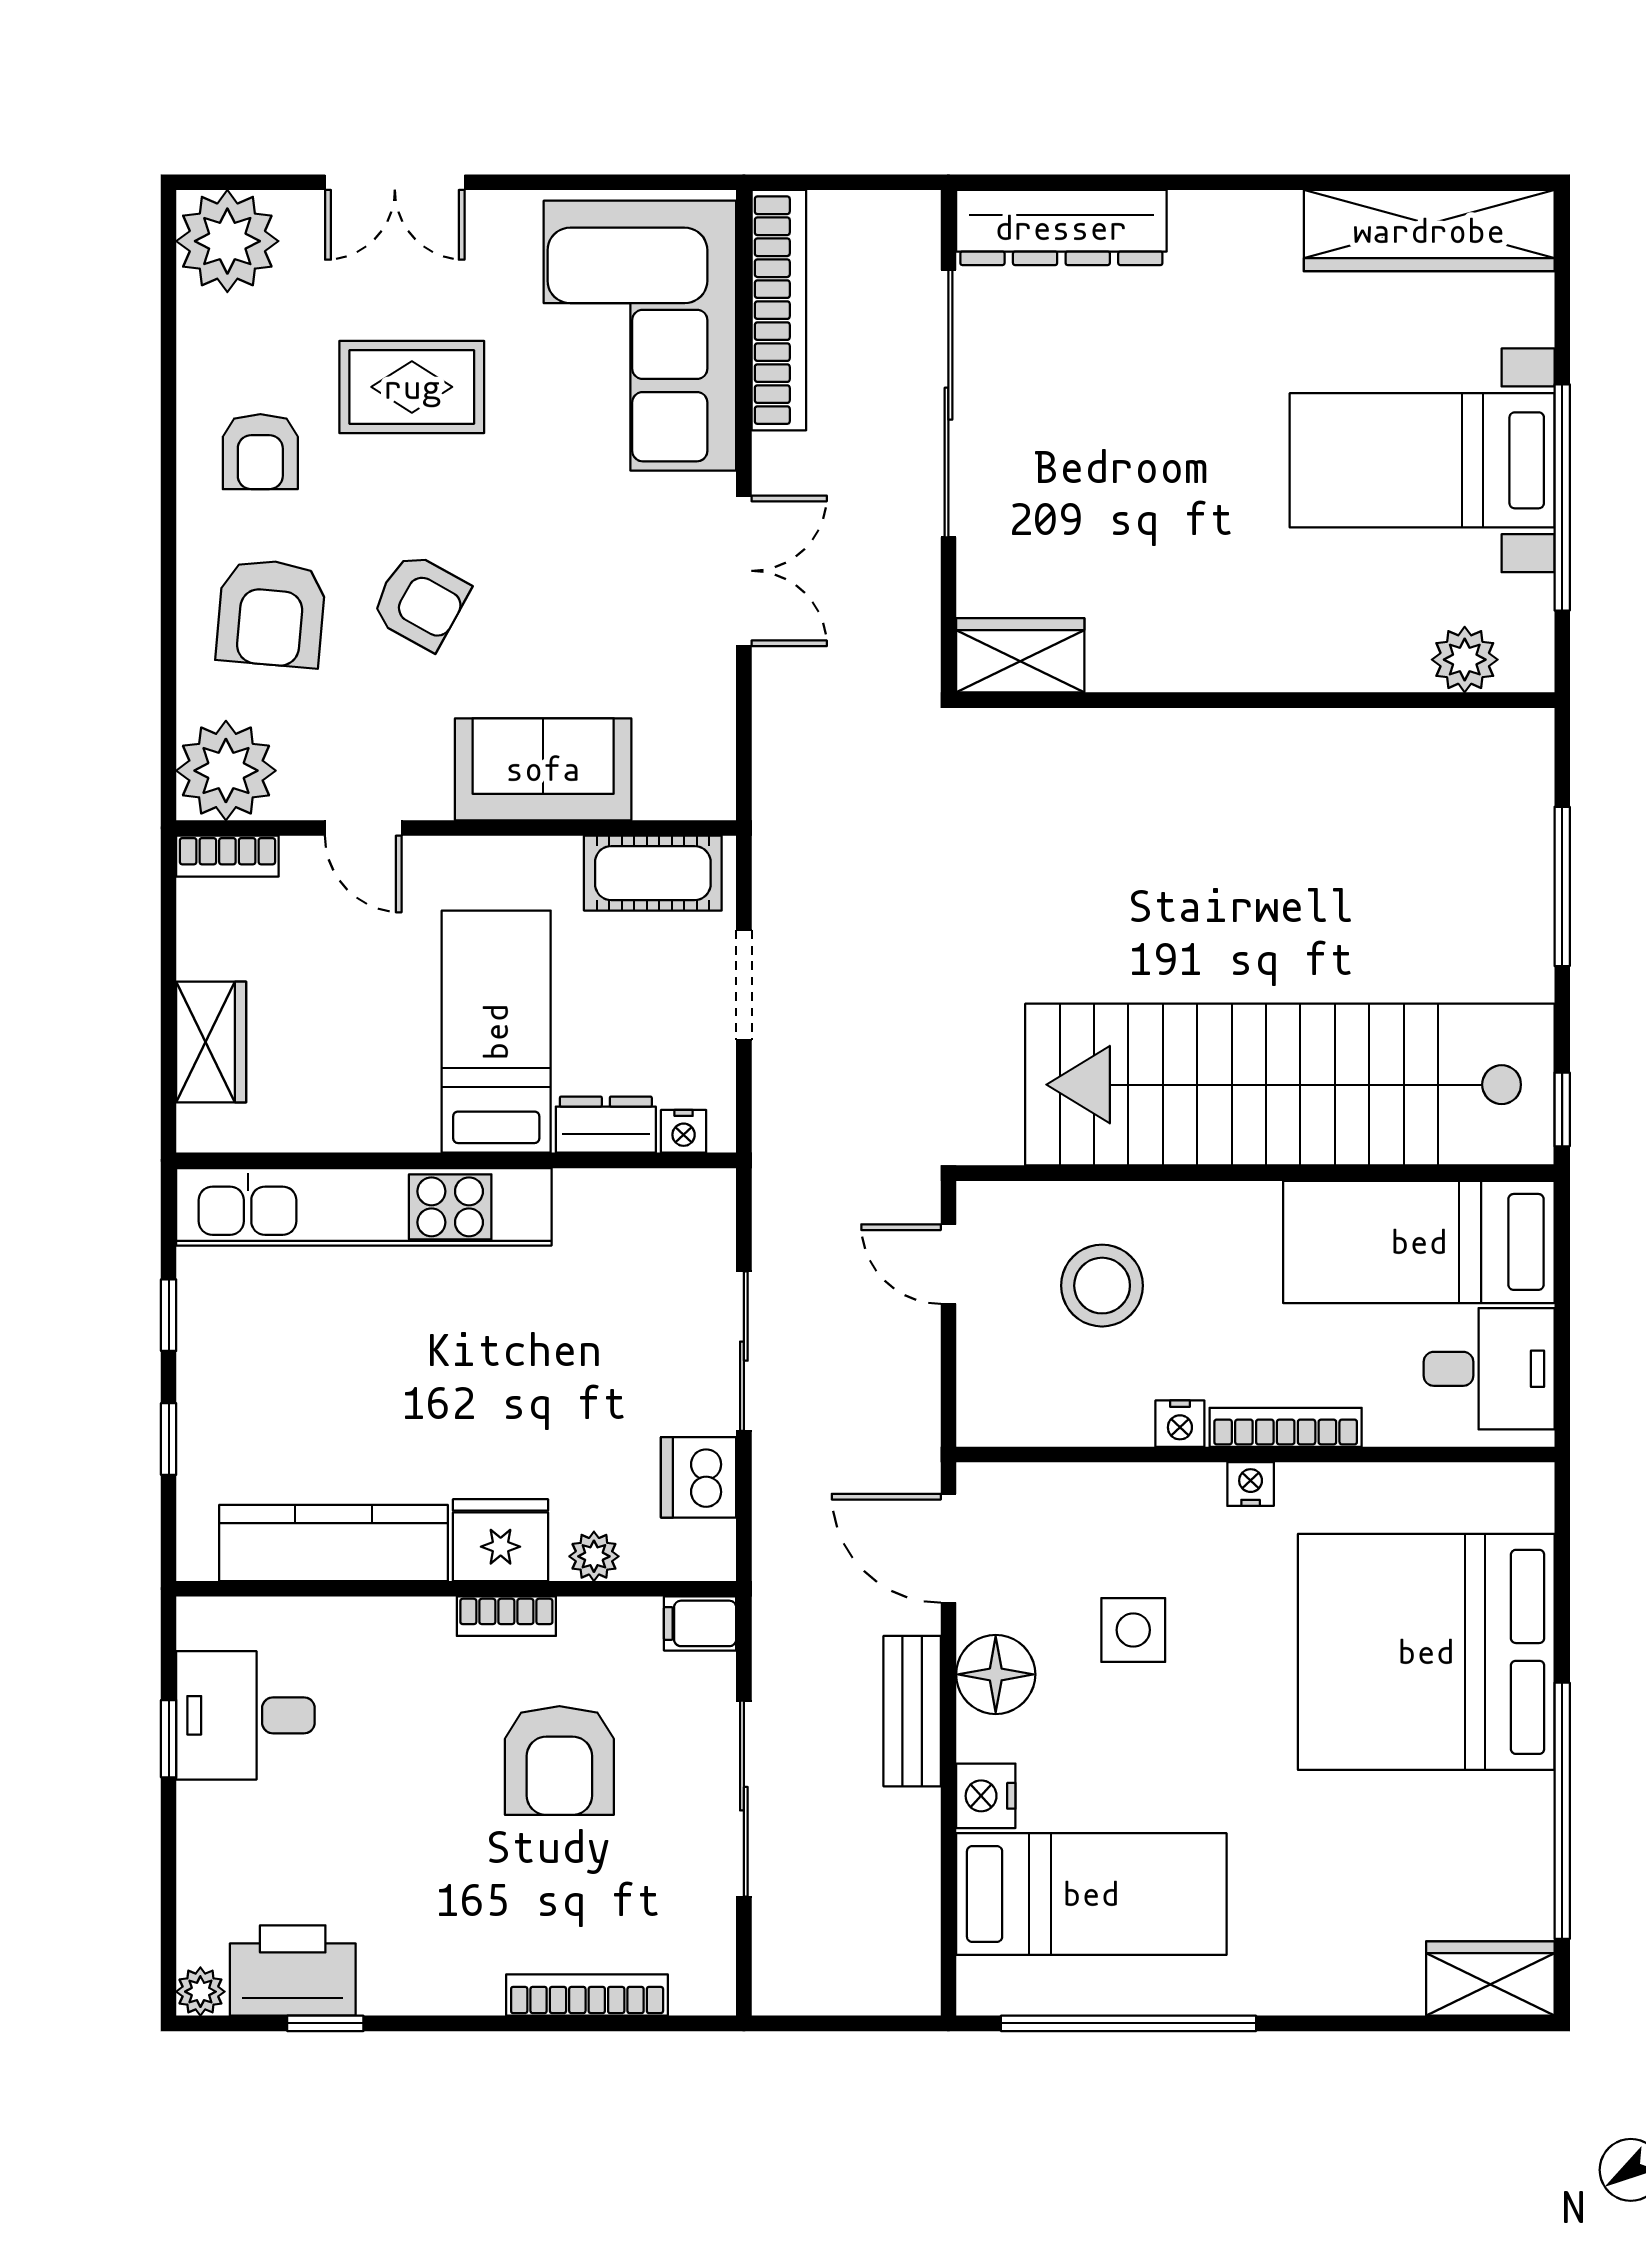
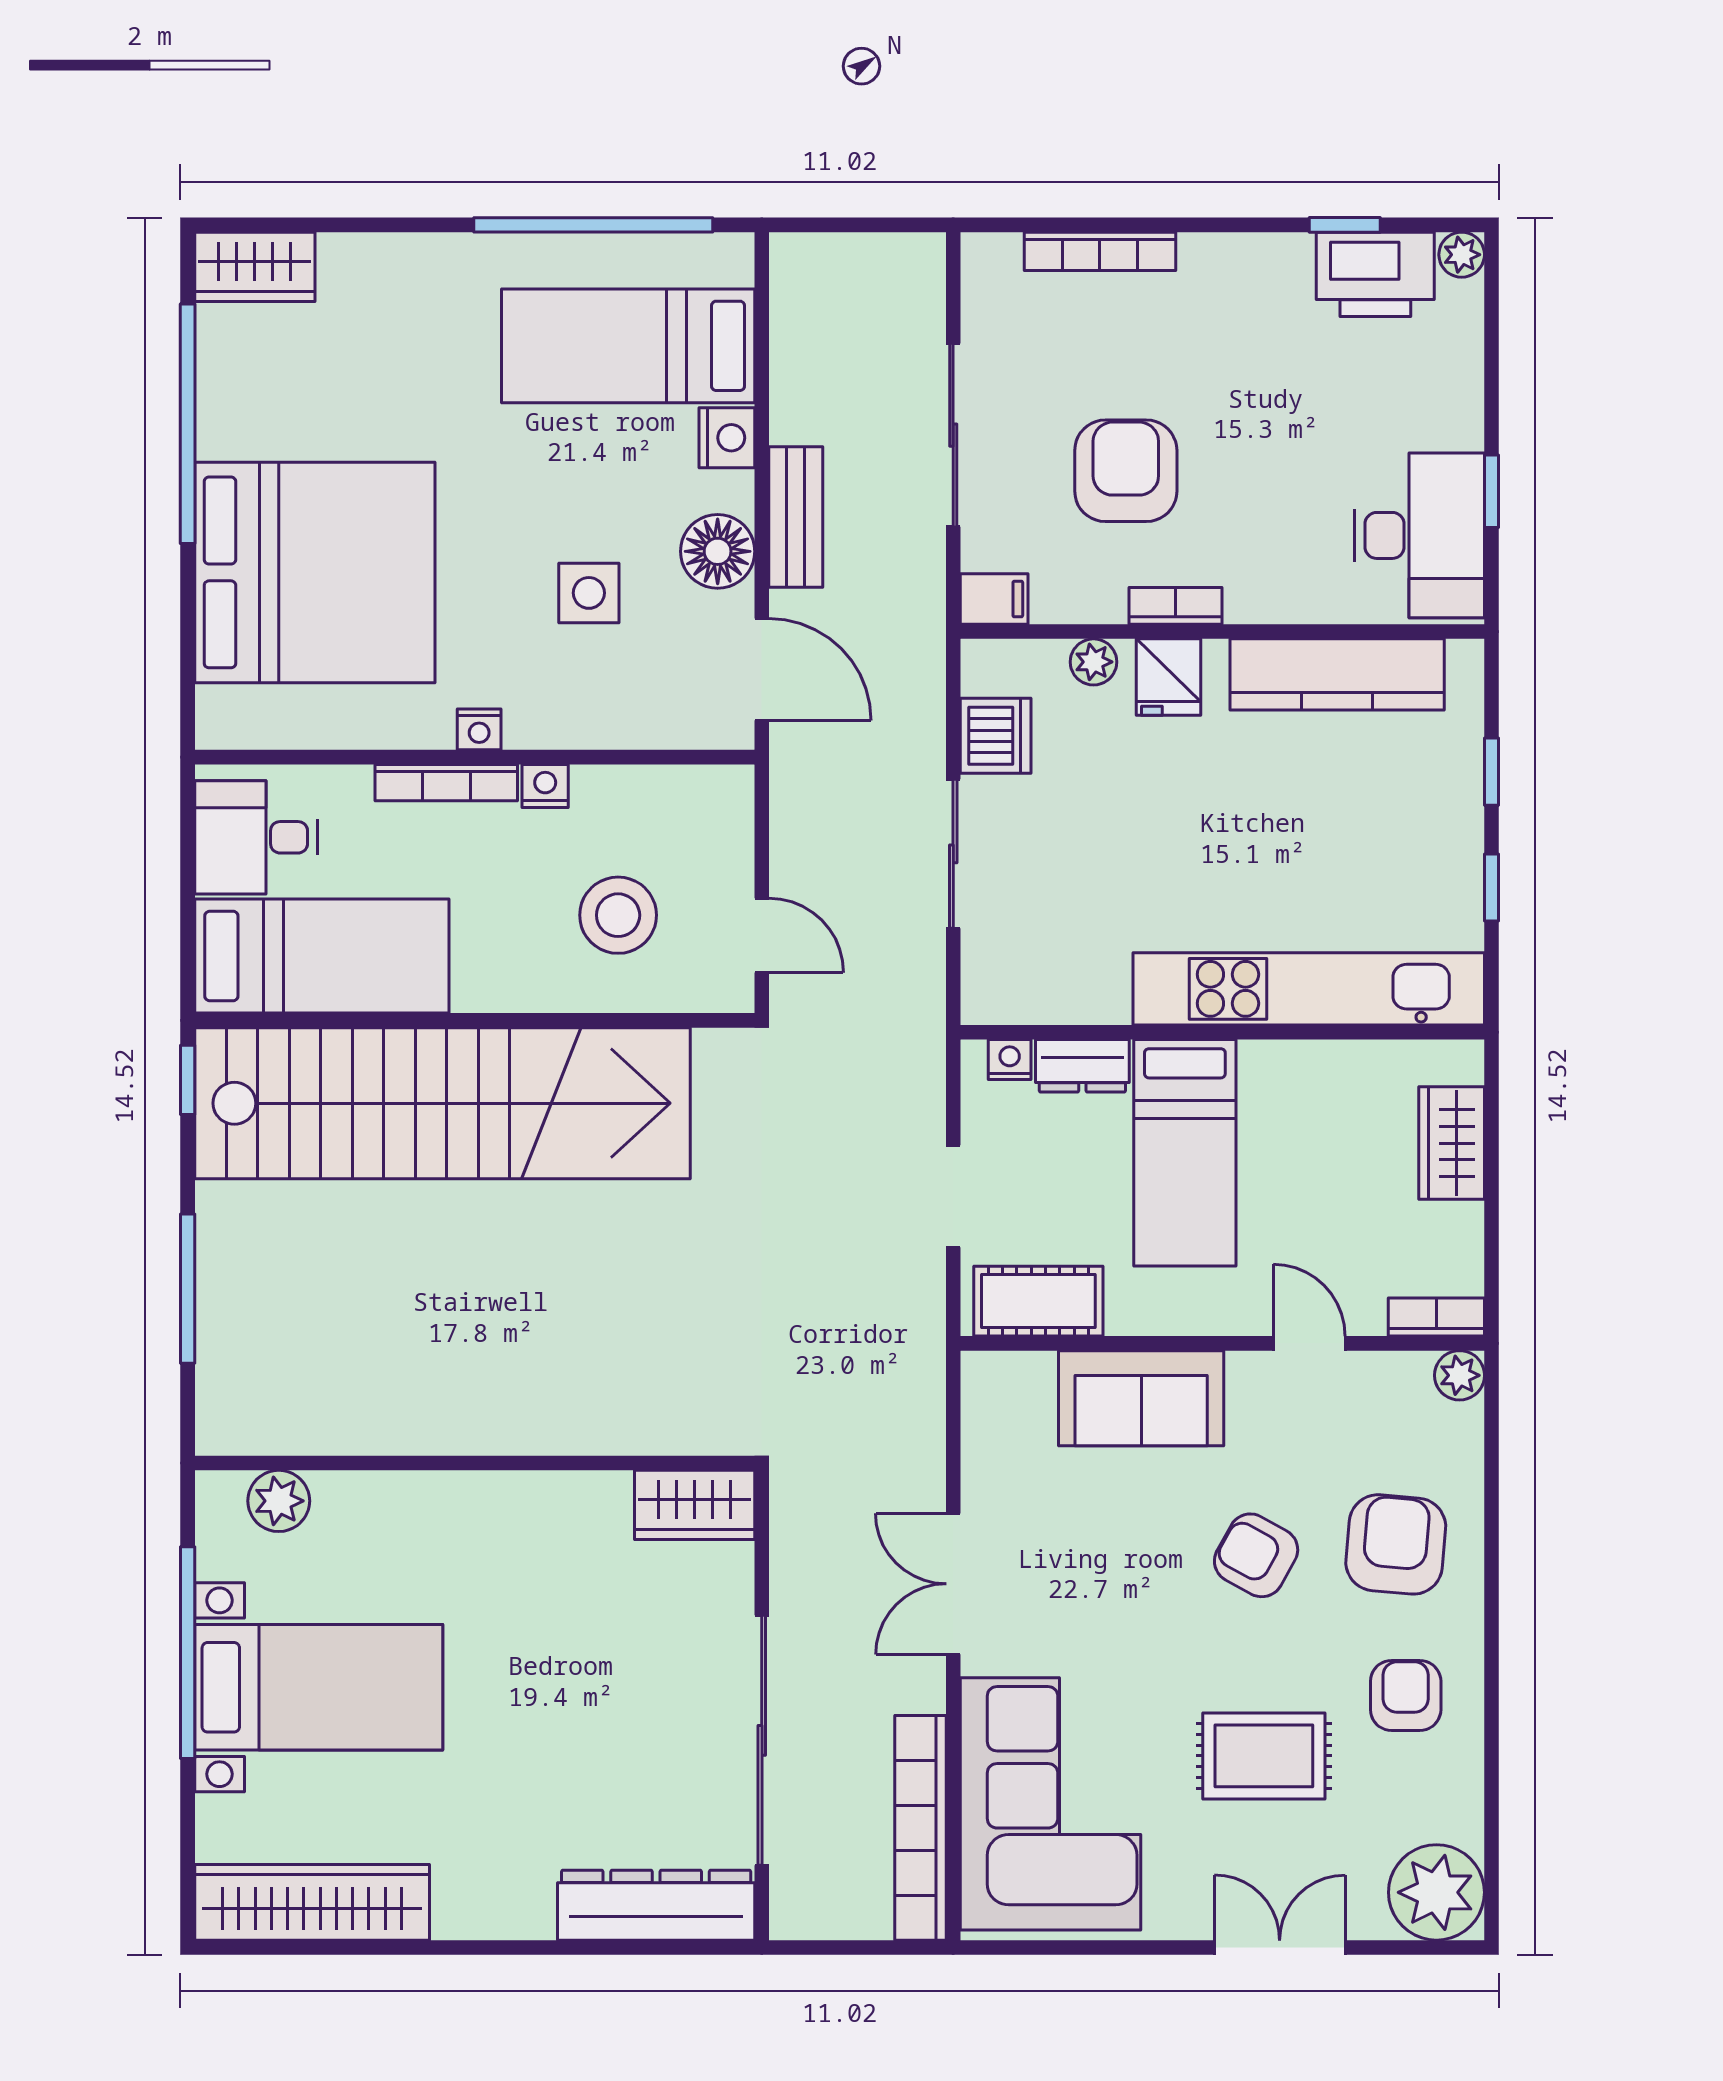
plant: (226, 771) -> (1459, 1375), width x0.53, depth x0.53
fridge: (501, 1540) -> (1169, 677), width x0.72
desk: (245, 1715) -> (1420, 535), width x1.37

